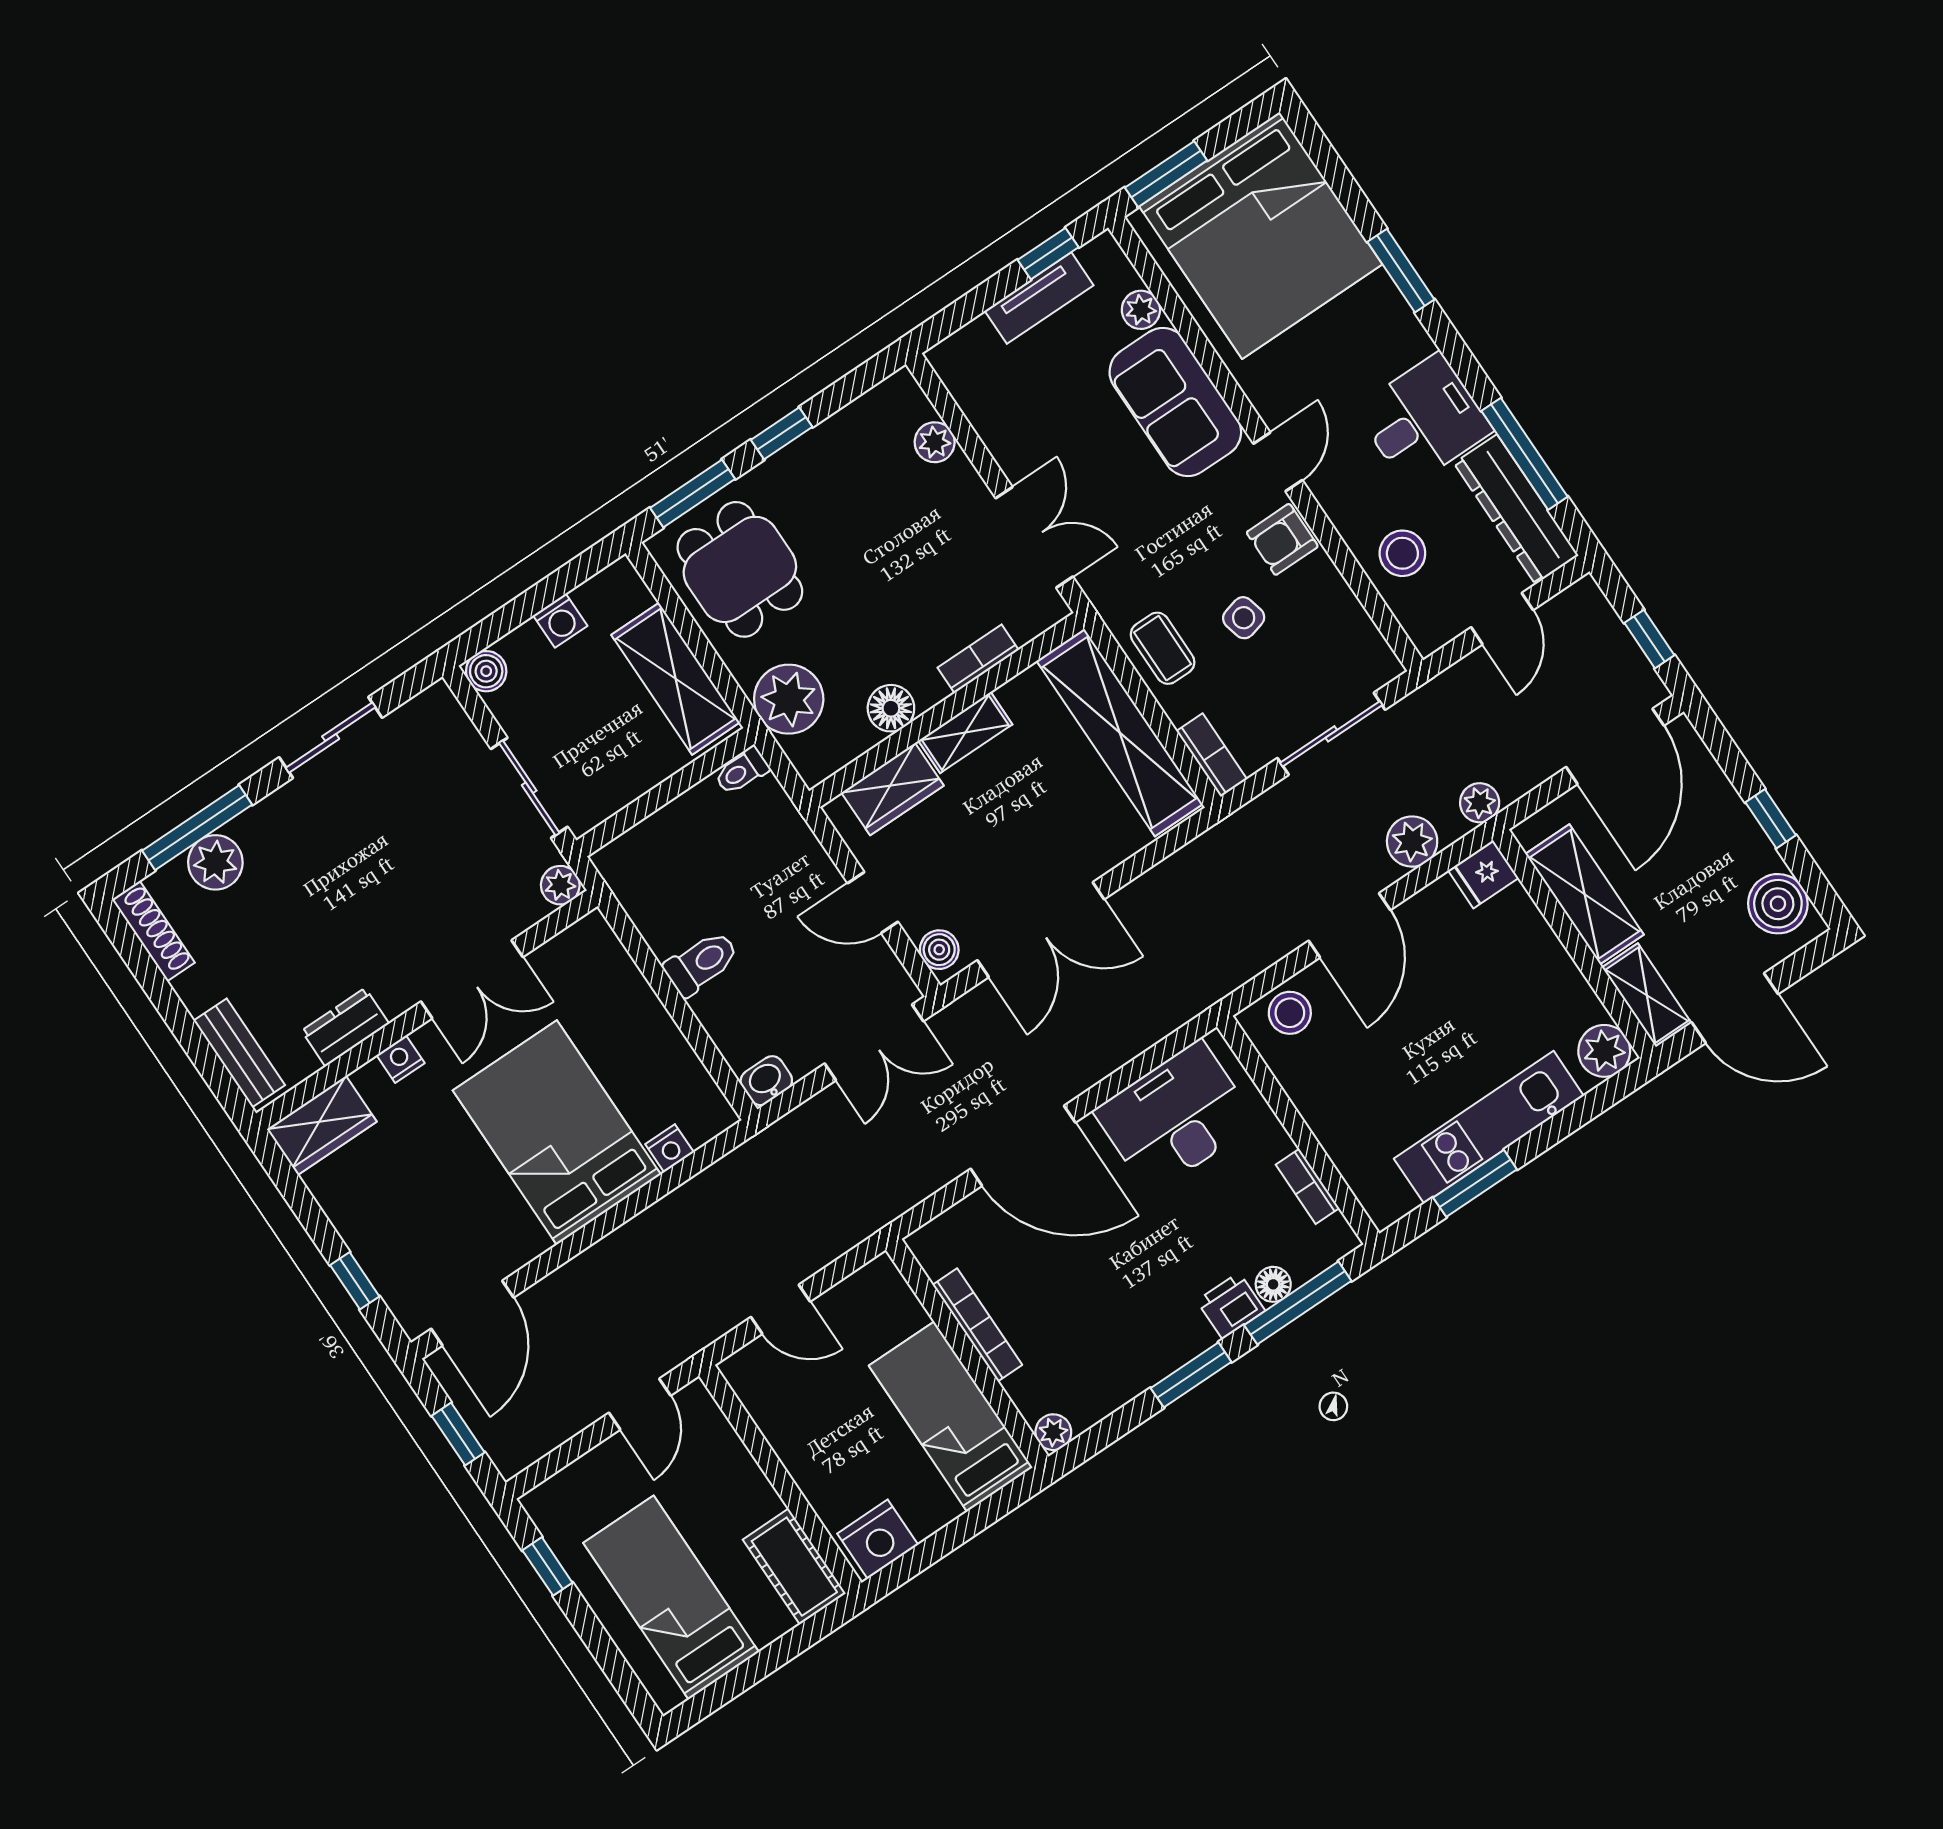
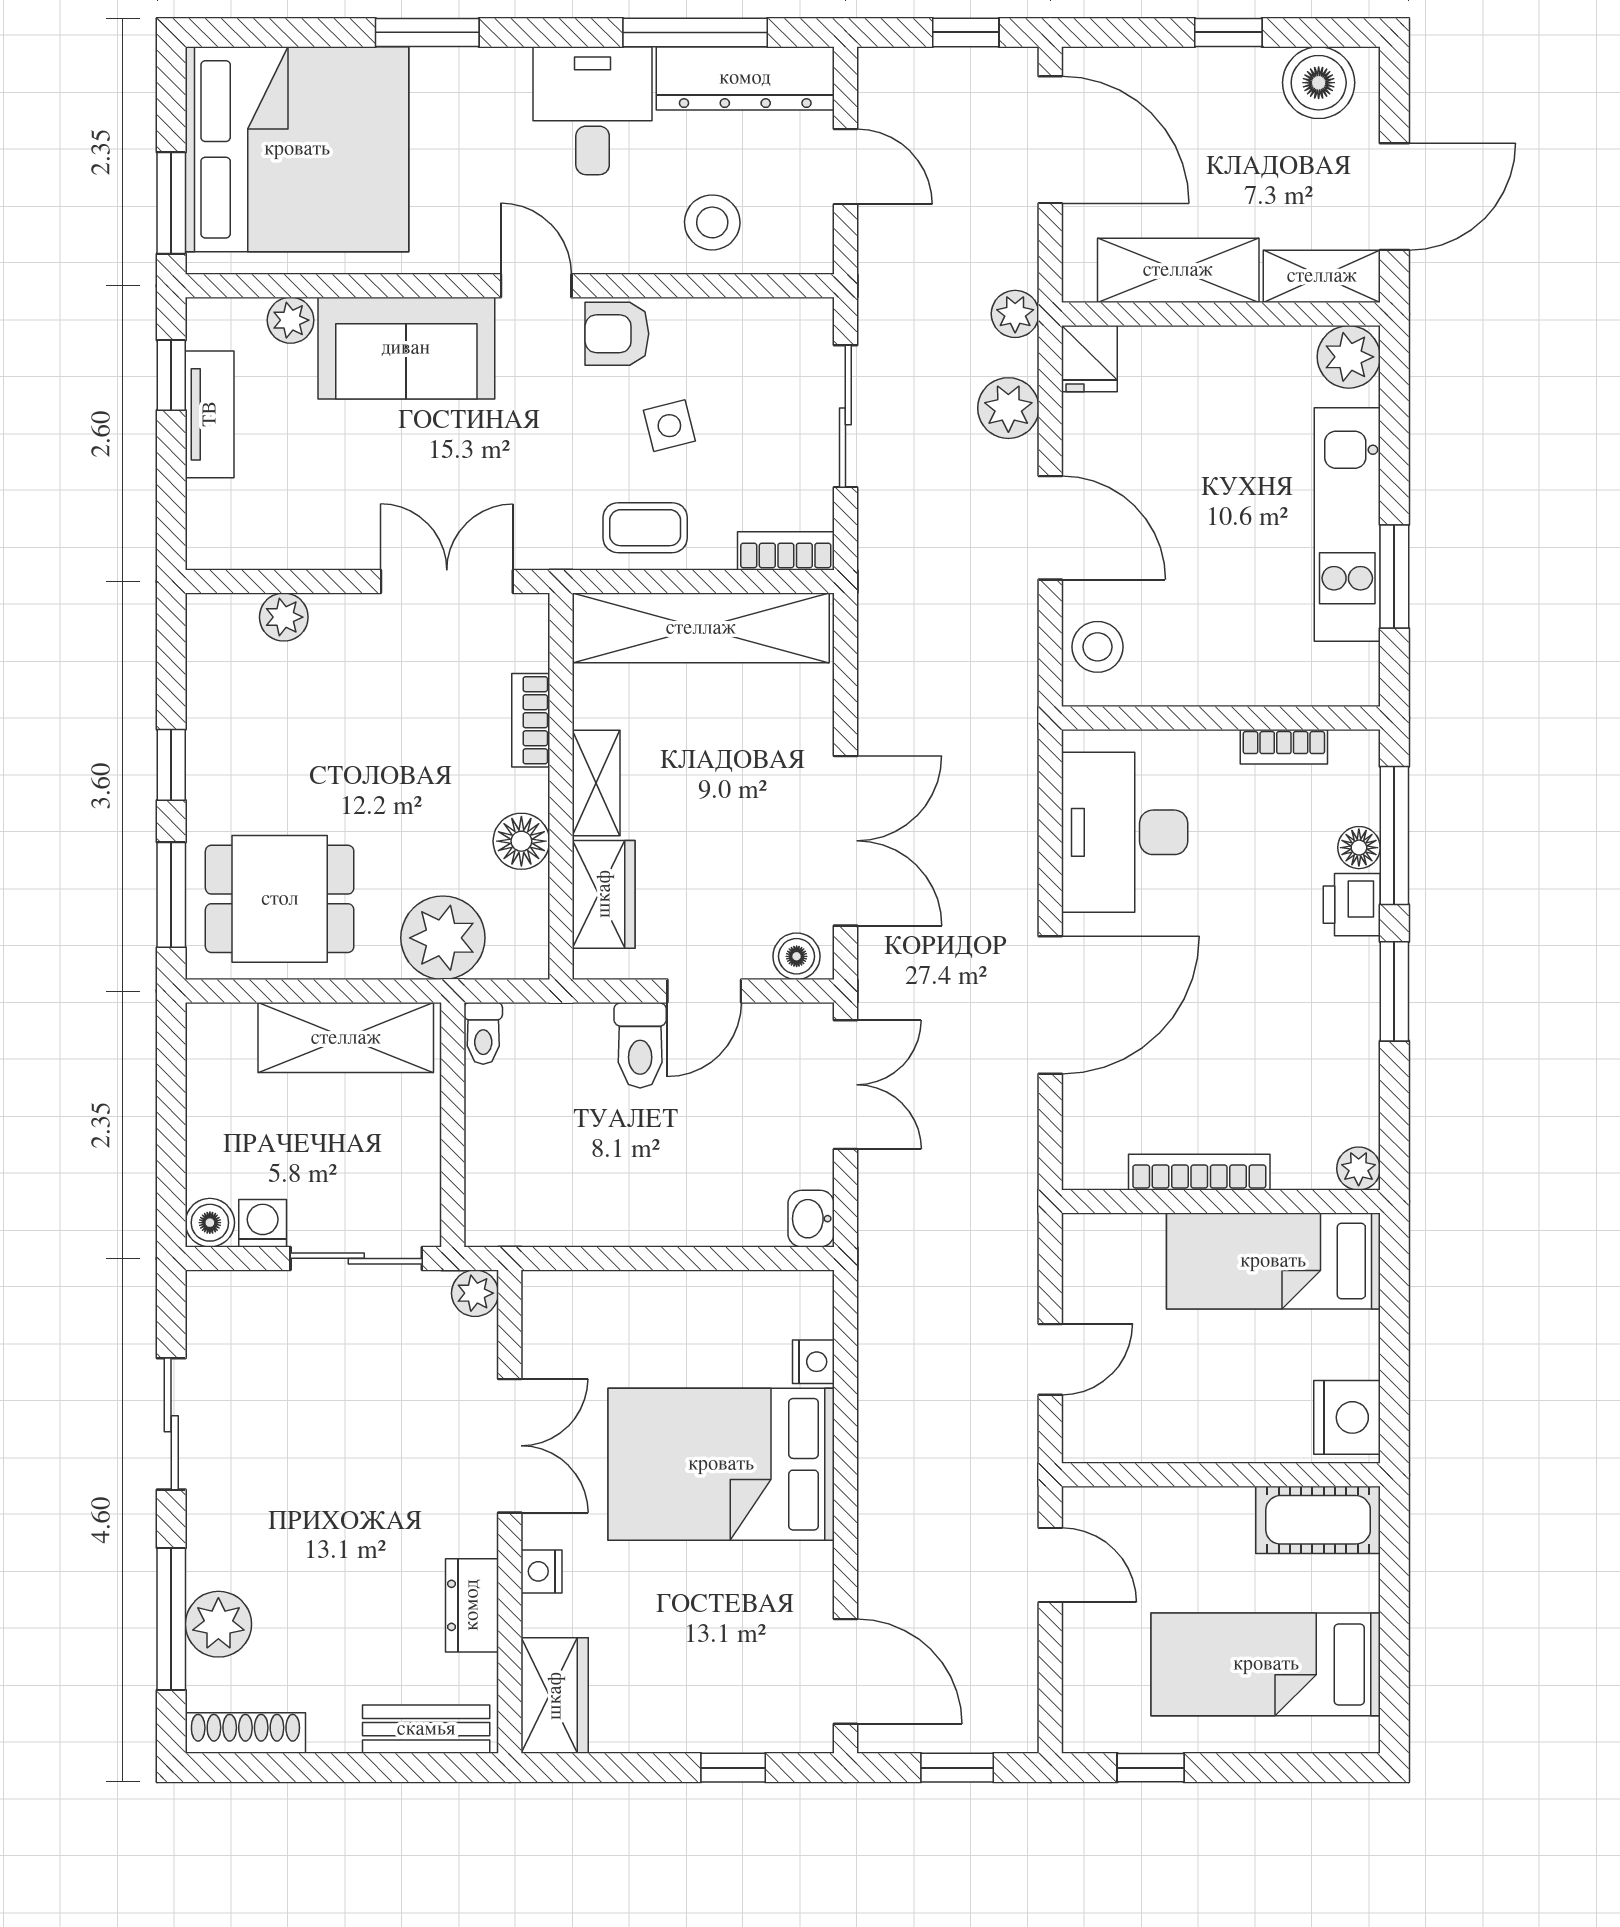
armchair: (1282, 539) -> (617, 334), turned 90
washing machine: (560, 621) -> (263, 1223), moved, turned -90
toilet: (701, 963) -> (640, 1045), moved, turned 180

